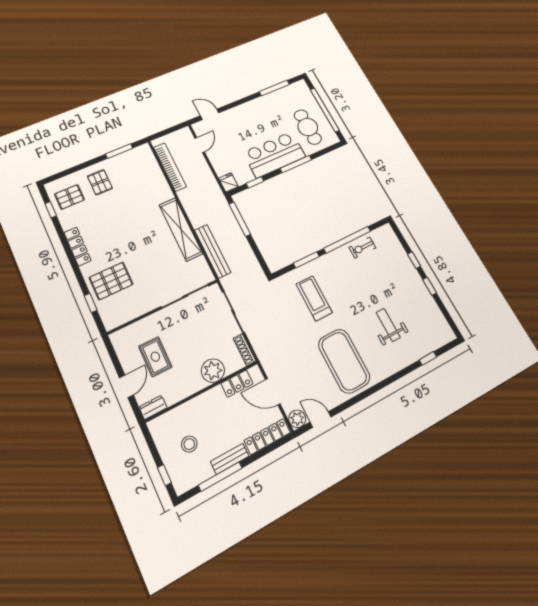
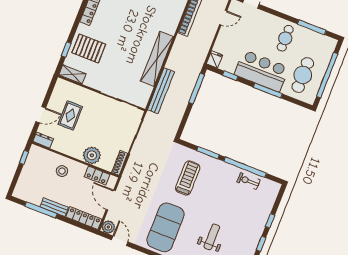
cafe table: (264, 114) -> (285, 38), added
shelving: (119, 318) -> (72, 74), added
stool: (189, 444) -> (62, 171), moved
window: (164, 475) -> (24, 157), moved

